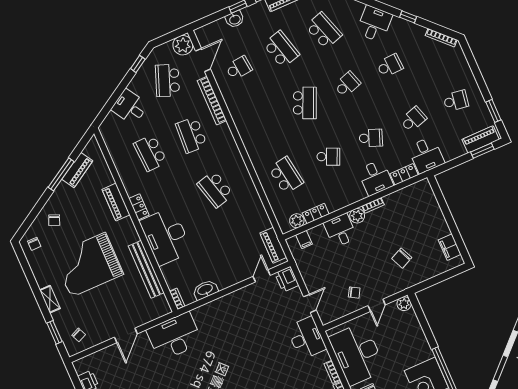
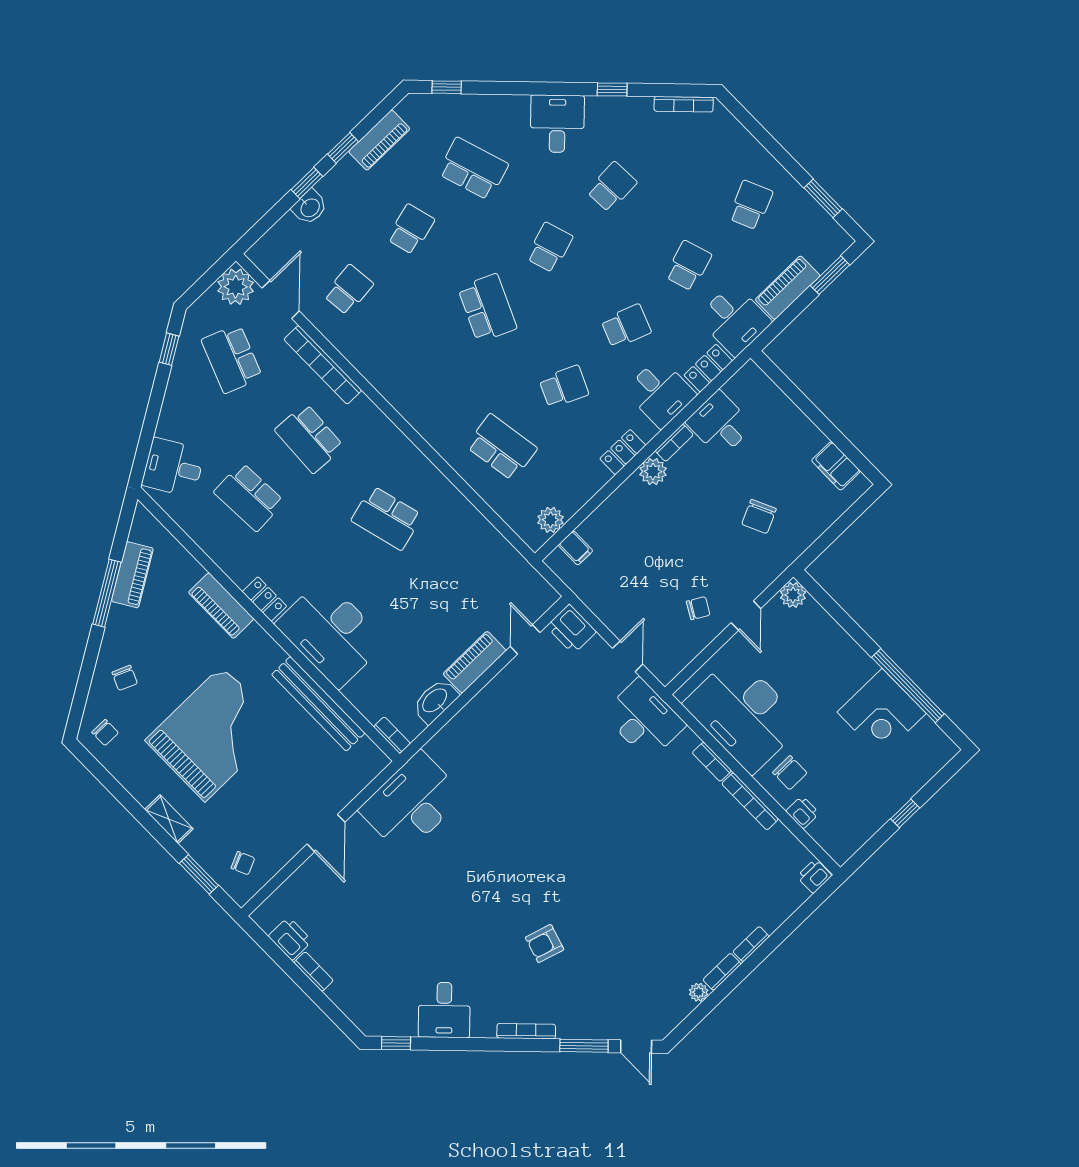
school desk: (281, 49) -> (411, 229), width x0.54
school desk: (456, 101) -> (751, 205), turned -33
desk: (130, 107) -> (173, 467), moved
piano: (481, 139) -> (788, 288), moved
locker: (316, 214) -> (623, 452), moved
desk: (340, 230) -> (720, 424), moved
piano: (273, 245) -> (475, 662), moved, turned 90
grand piano: (88, 265) -> (213, 734), turned 180

